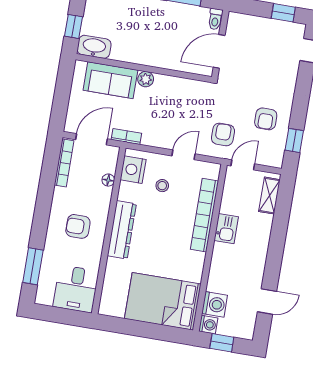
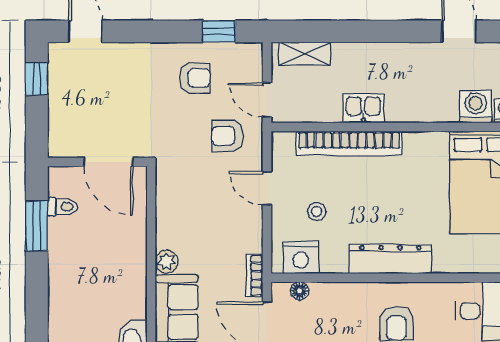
toilet: (215, 19) -> (63, 207), moved
floor lamp: (108, 180) -> (300, 291), moved

